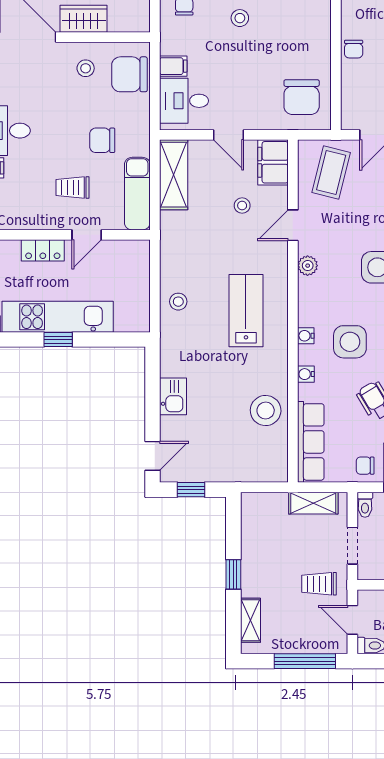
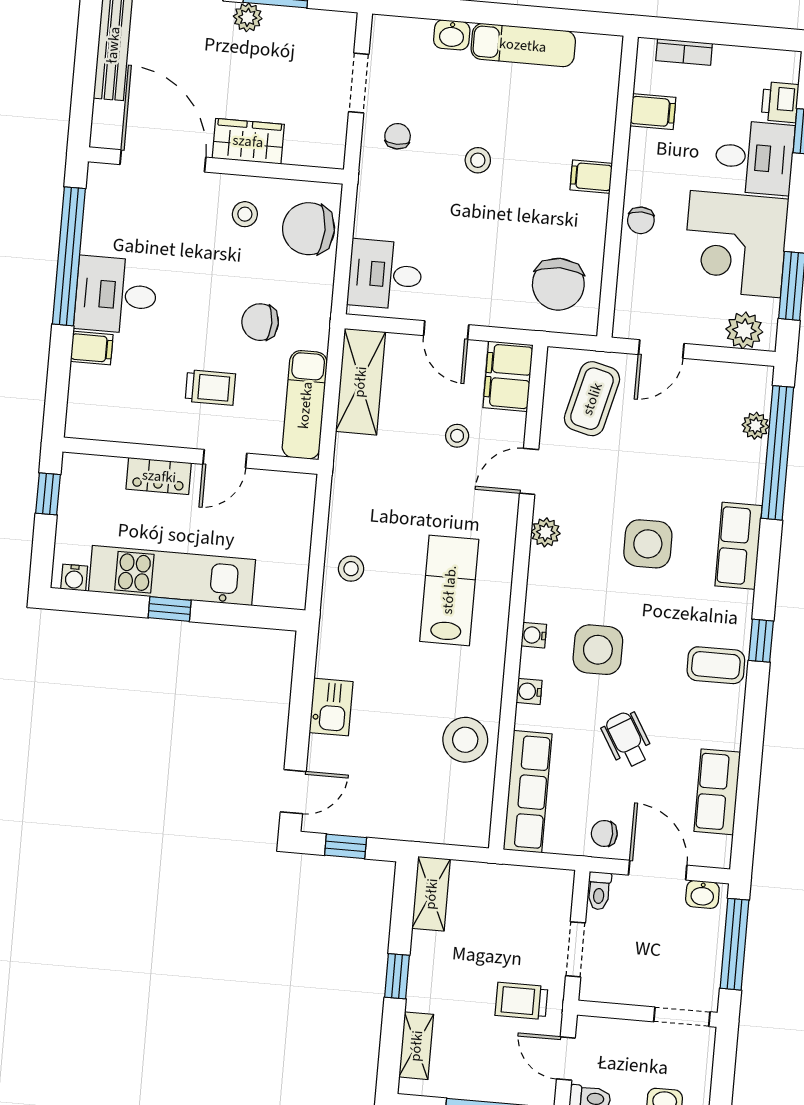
filing cabinet: (173, 66) -> (591, 177), moved, turned 180
trolley: (72, 187) -> (210, 388), turned 180
shelving: (313, 503) -> (431, 894), moved, turned 90

